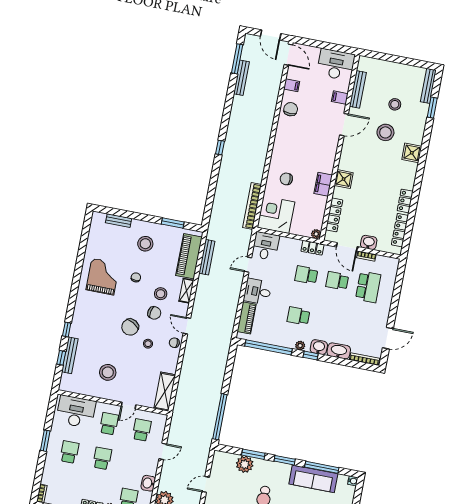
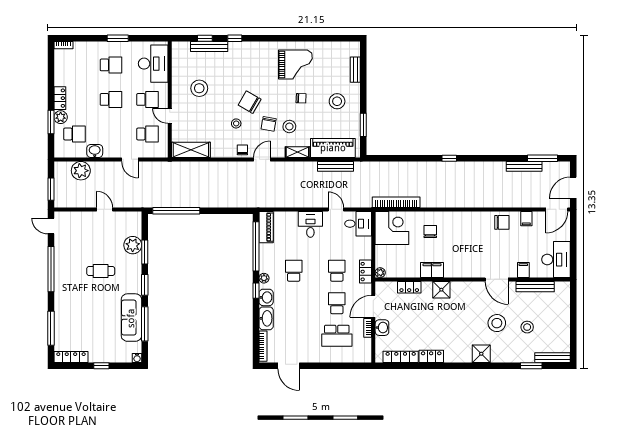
locker: (334, 215) -> (409, 287), width x0.66
piano: (247, 318) -> (266, 227), moved, turned -90

